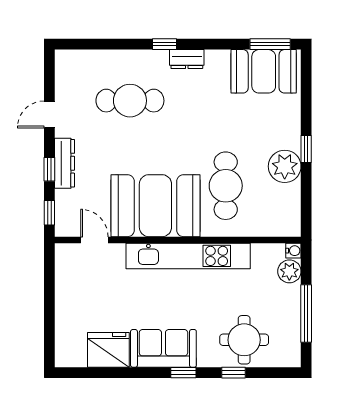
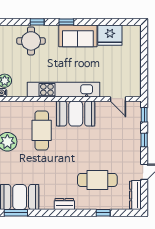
window: (164, 44) -> (103, 213), moved
dresser: (65, 163) -> (135, 195), moved
booth: (155, 206) -> (76, 114), width x0.73, depth x0.70

